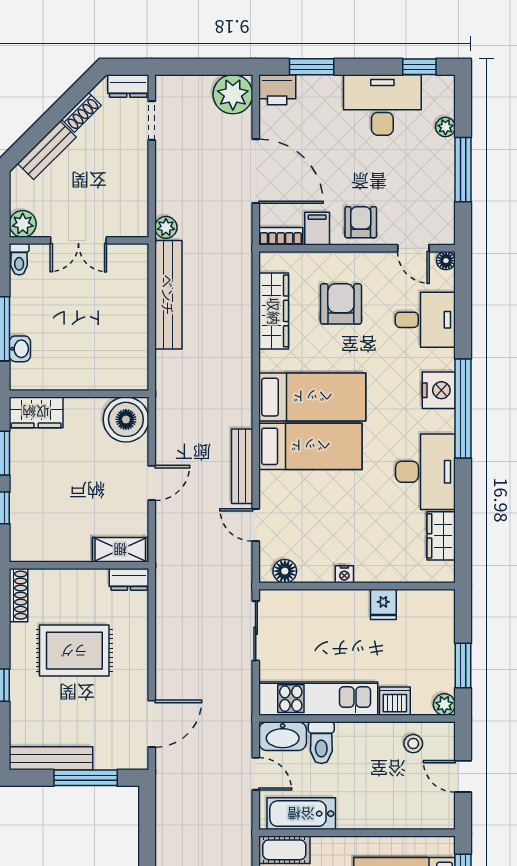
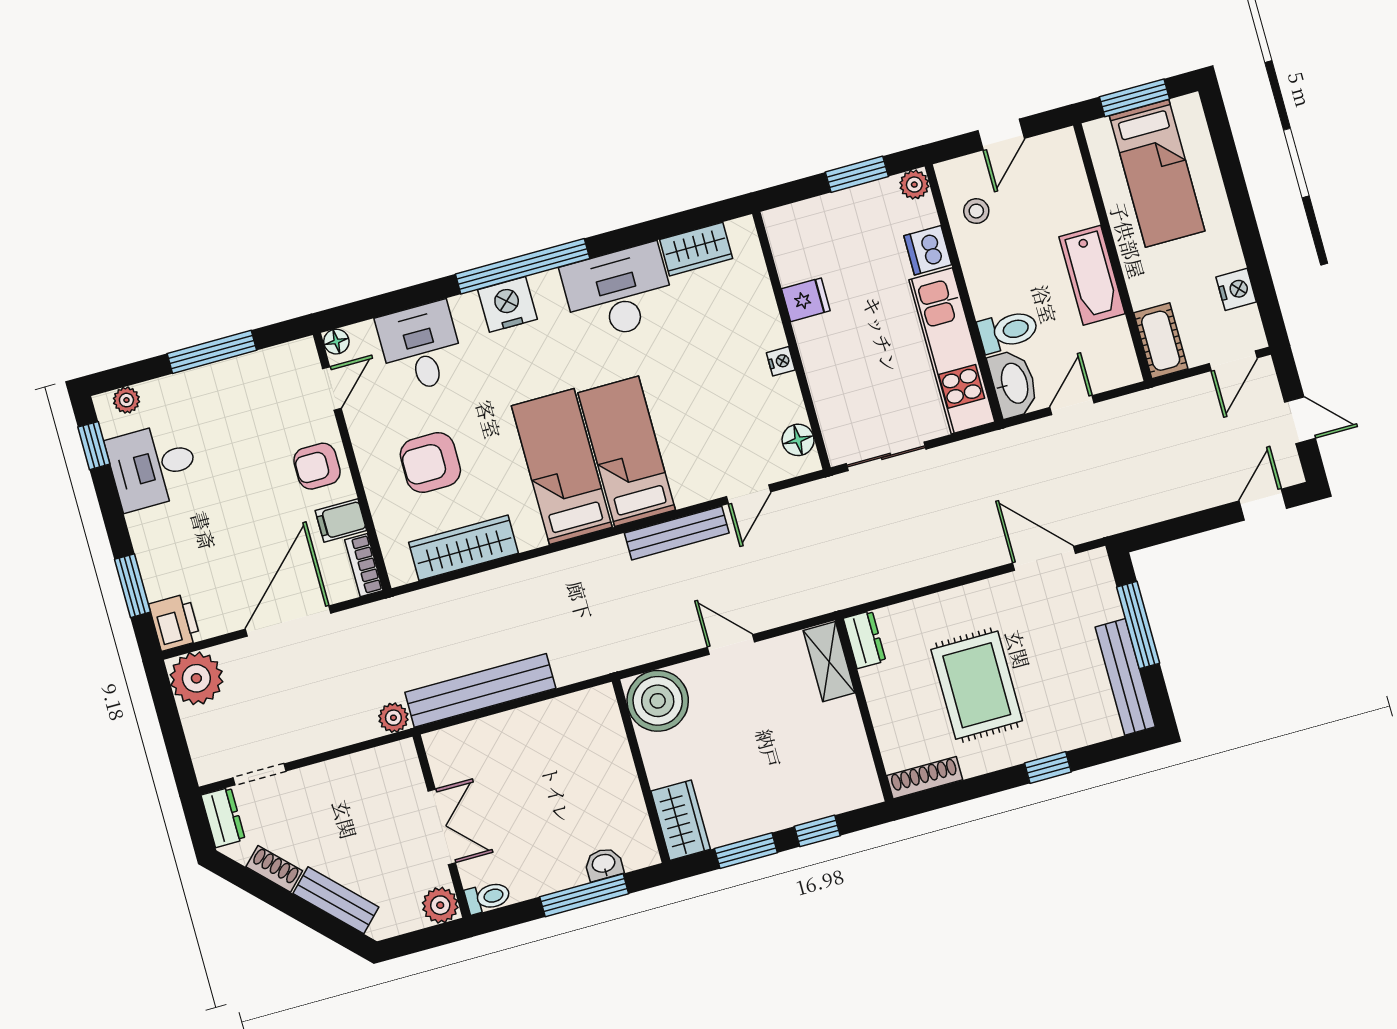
desk: (382, 105) -> (153, 466), width x0.73
plant: (445, 127) -> (126, 400), moved
bathtub: (301, 814) -> (1092, 275), moved

